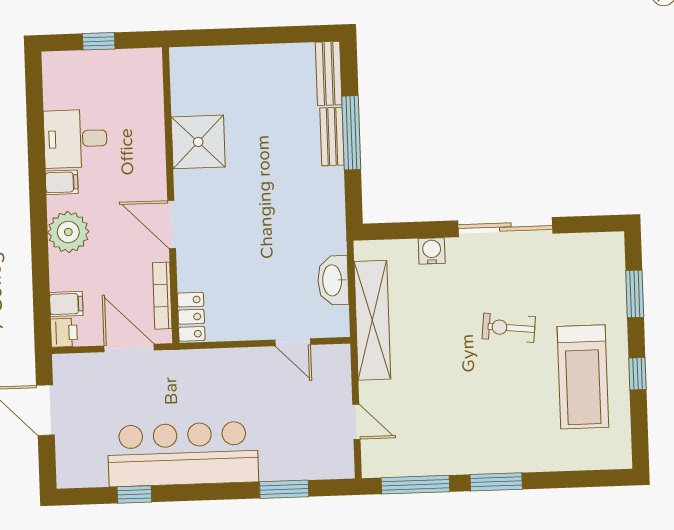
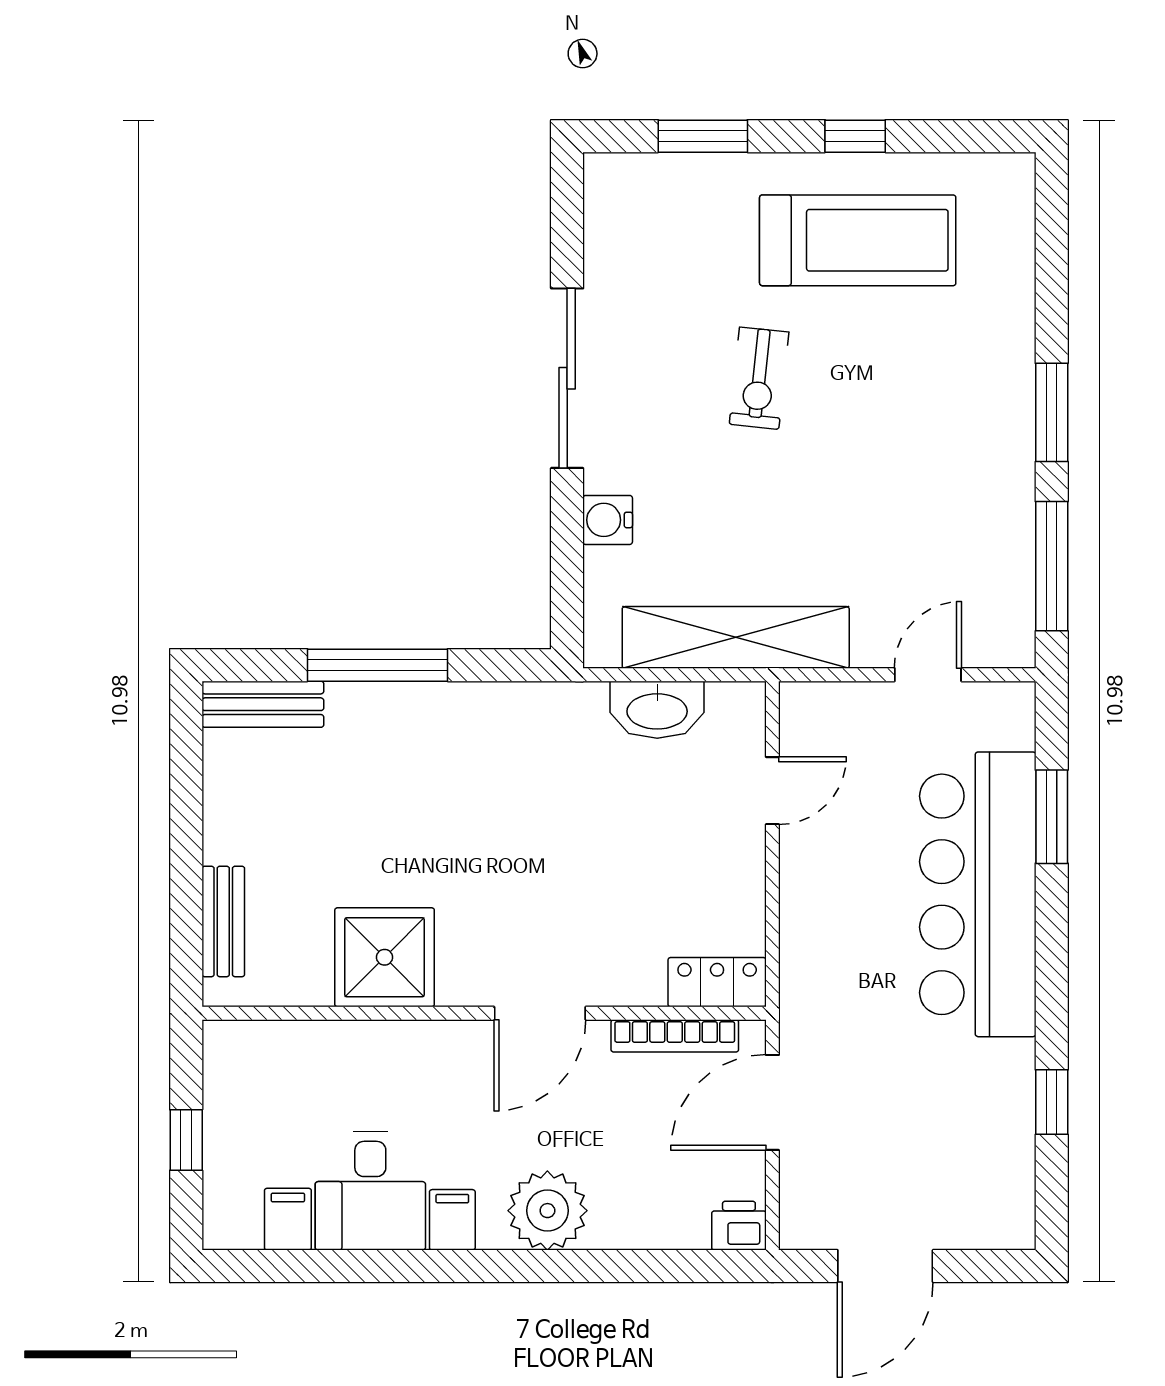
bench: (332, 137) -> (223, 921), moved, turned 90
filing cabinet: (66, 304) -> (288, 1219), moved
bar counter: (183, 454) -> (978, 894), moved

